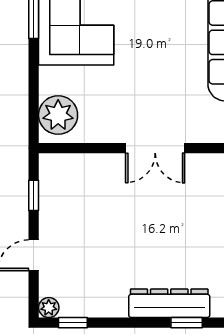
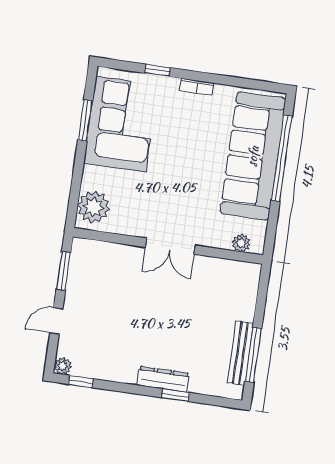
window: (34, 195) -> (63, 271), width x1.50
dresser: (169, 303) -> (163, 379), width x0.73, depth x0.80

